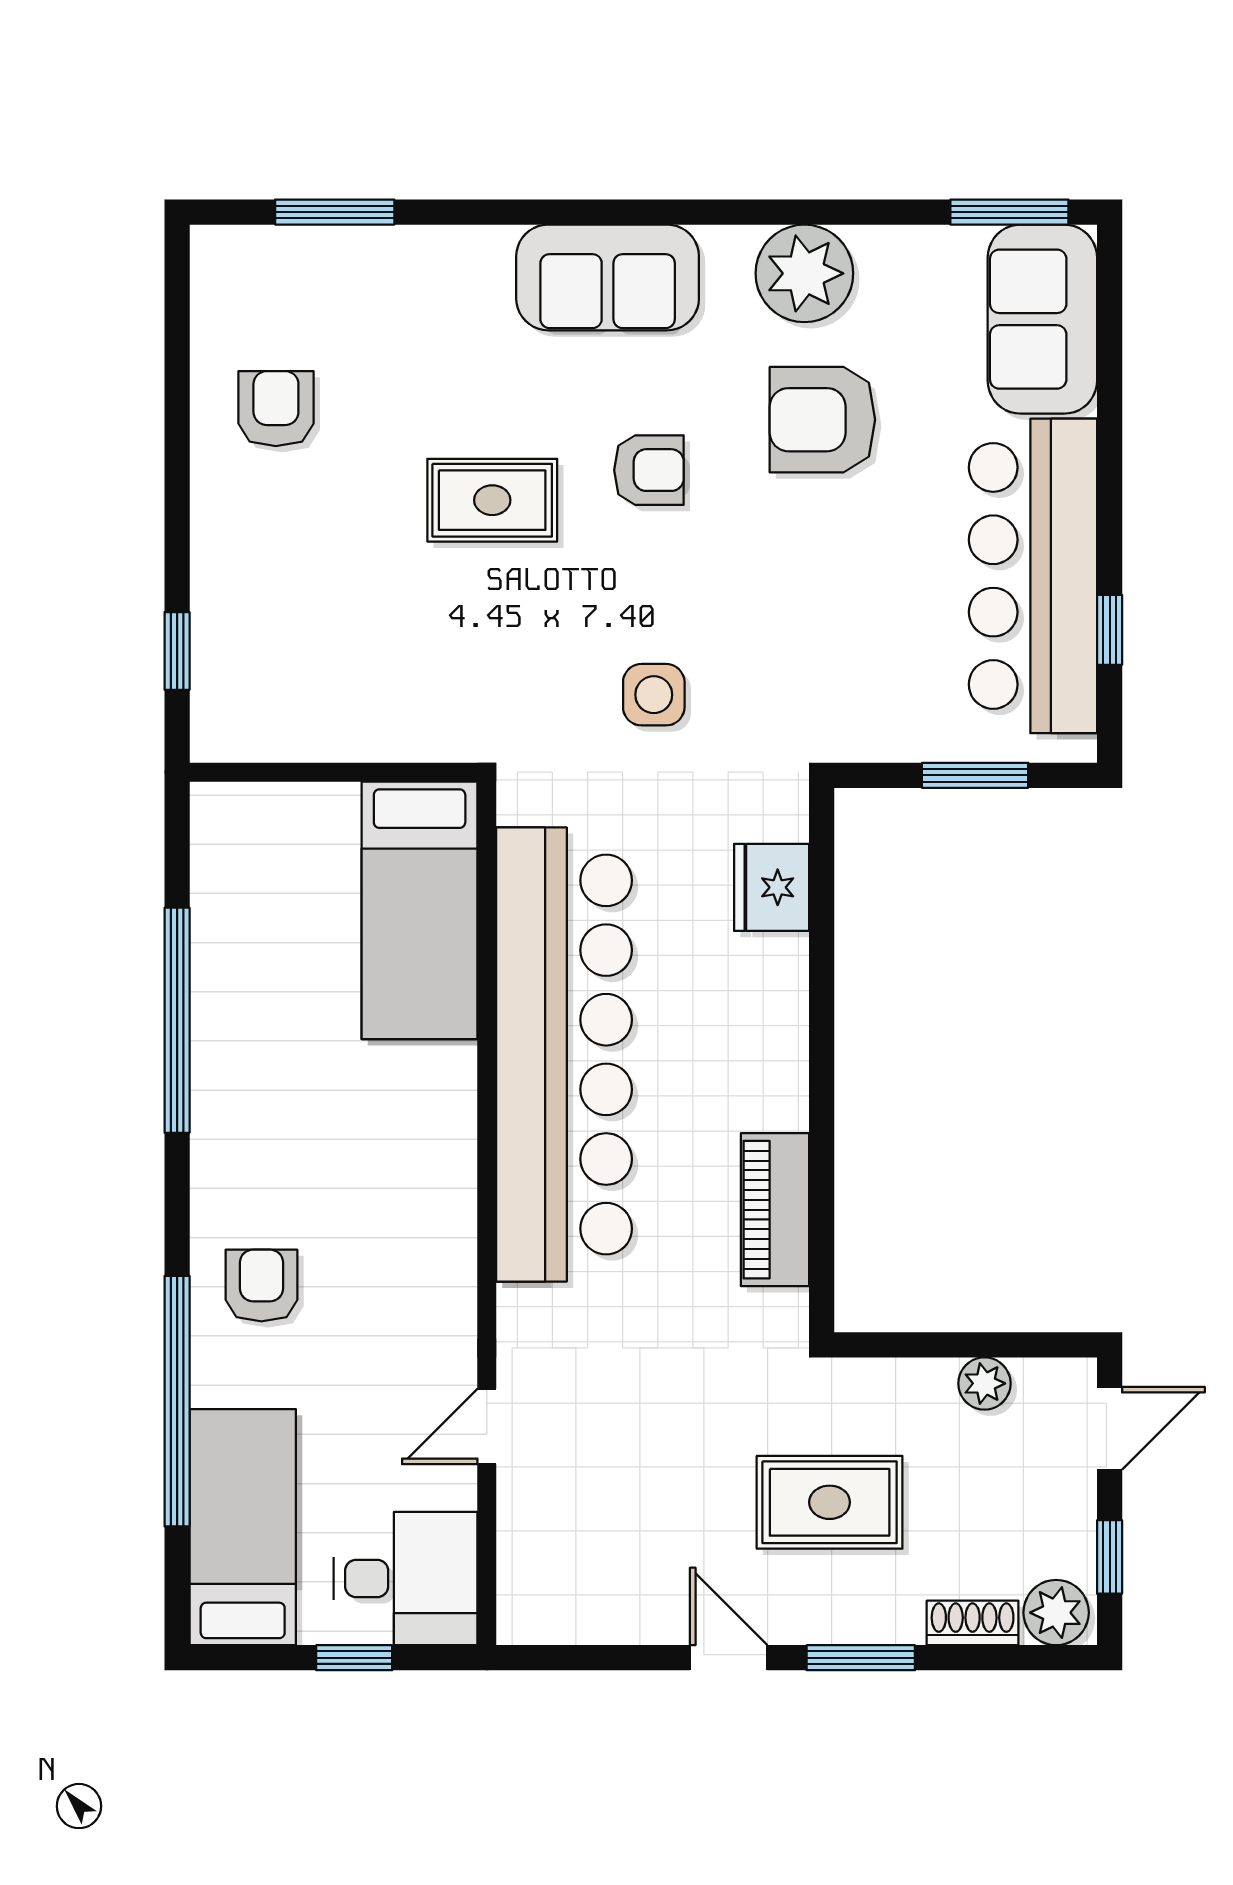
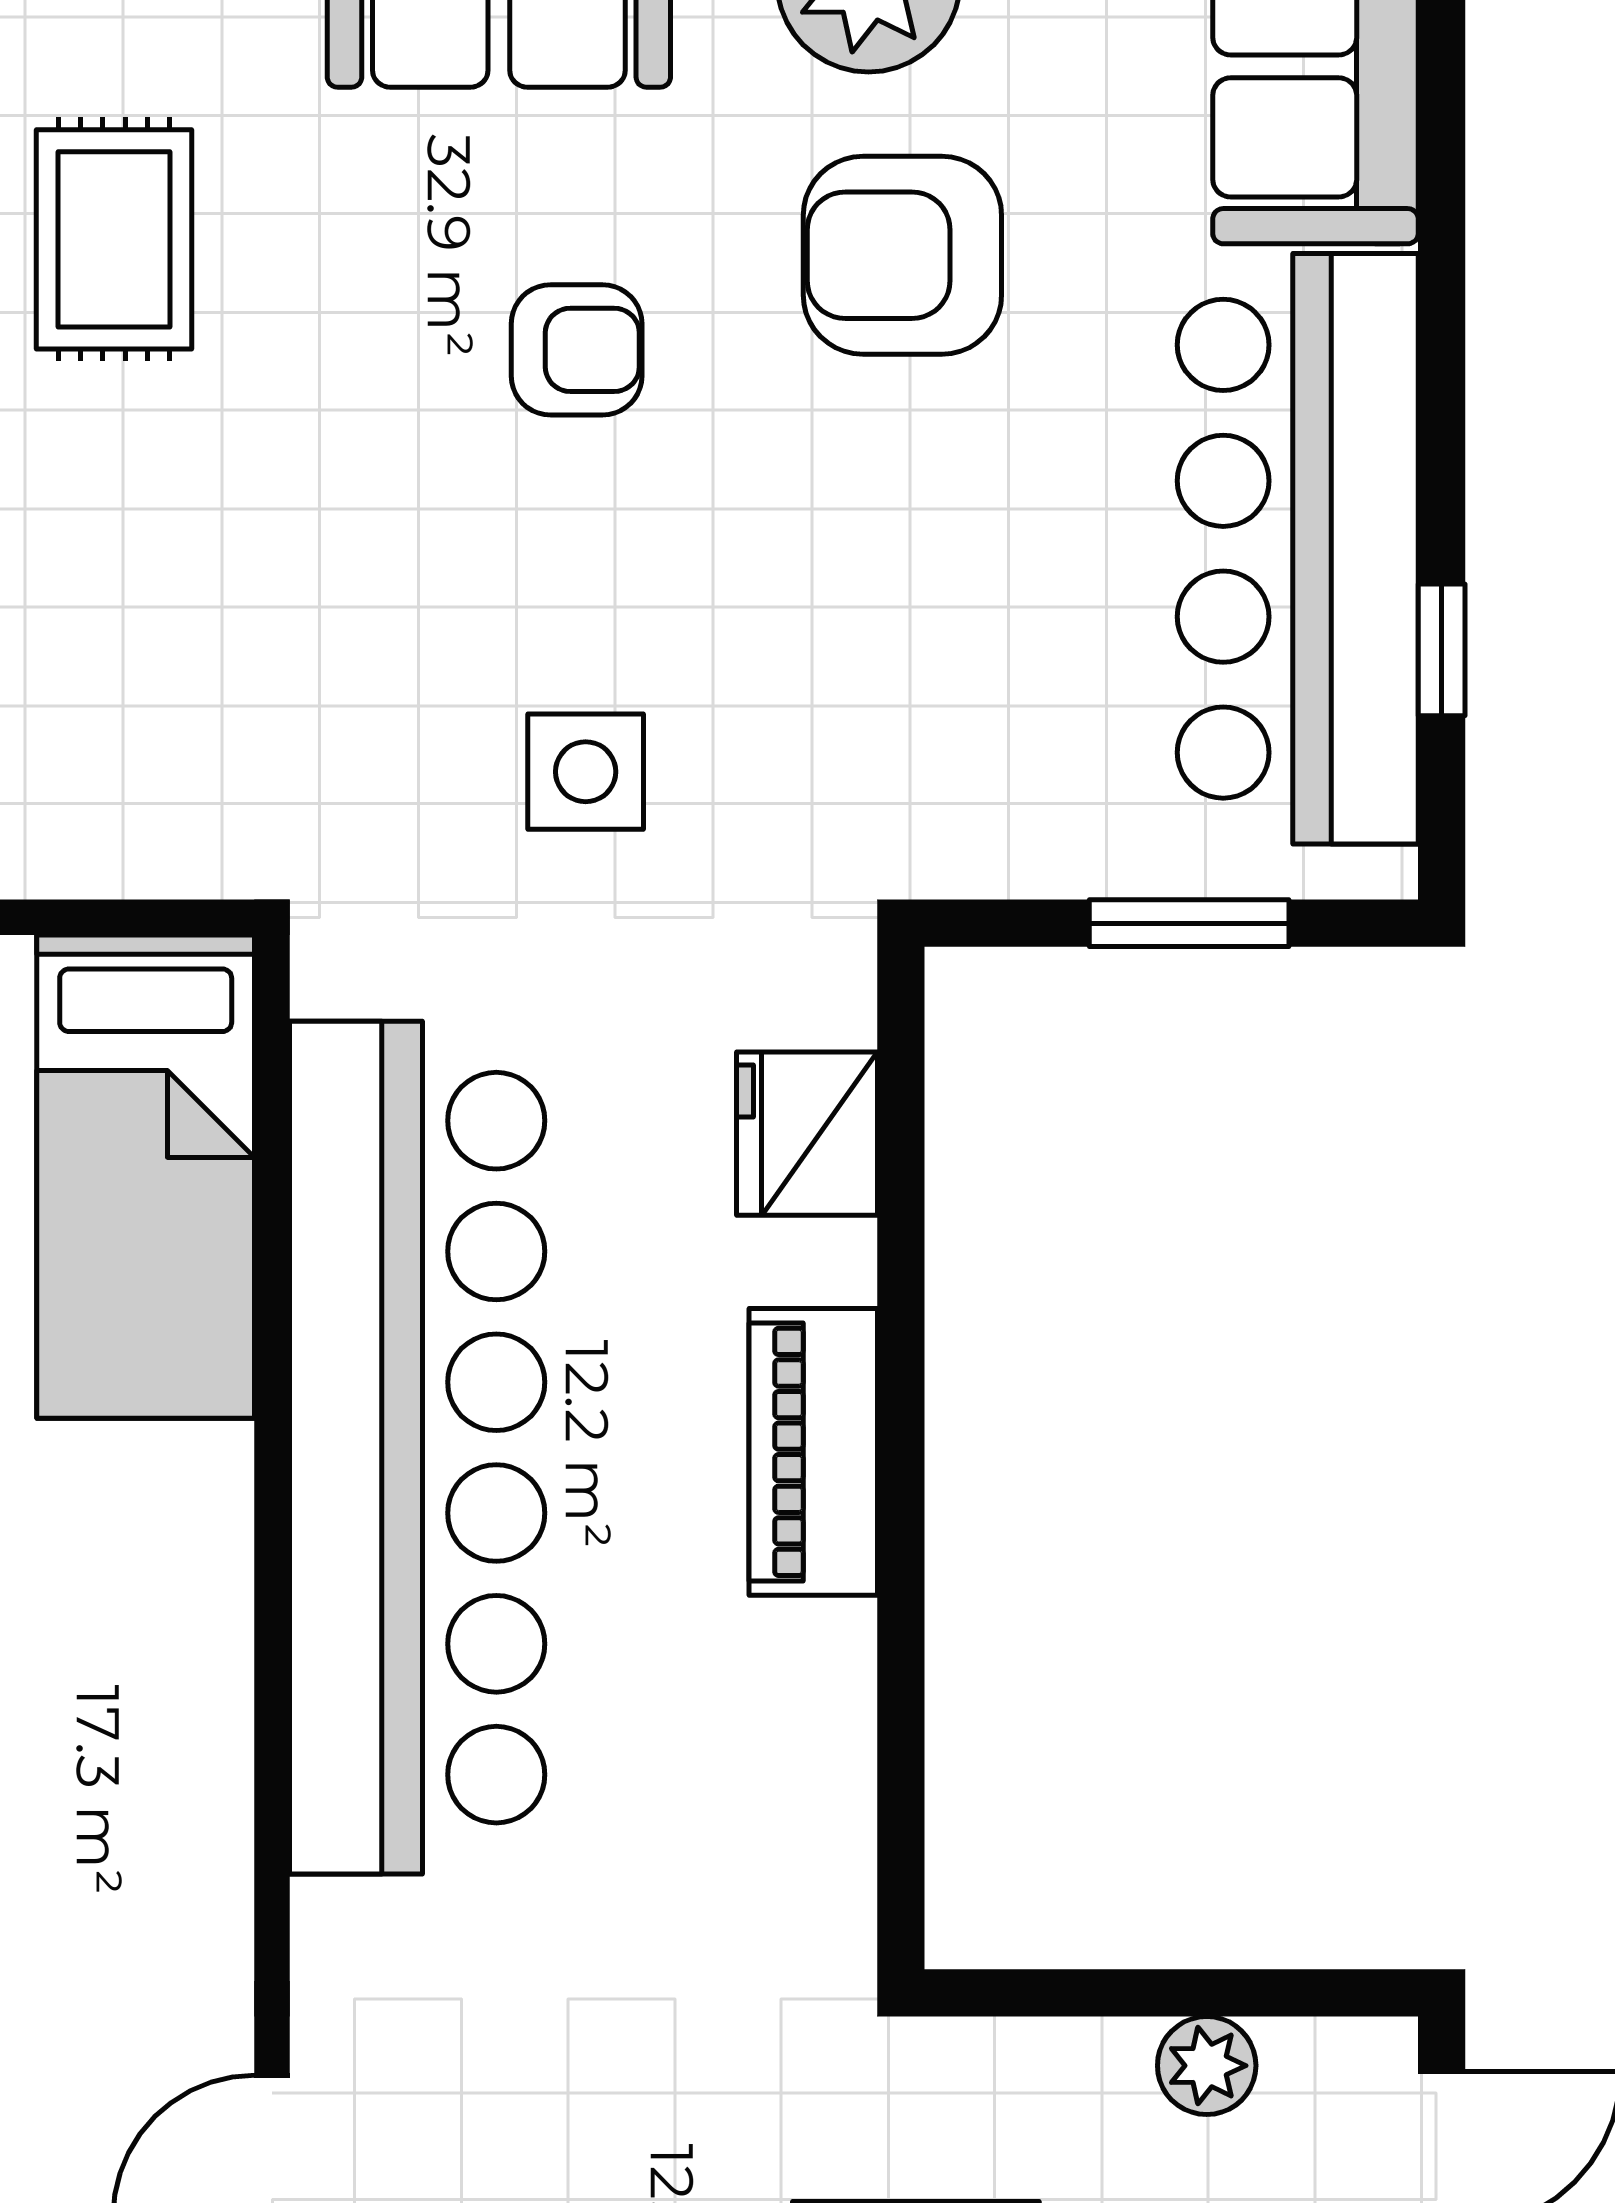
rug: (492, 500) -> (114, 239), moved, turned 90
piano: (775, 1210) -> (813, 1452), moved

